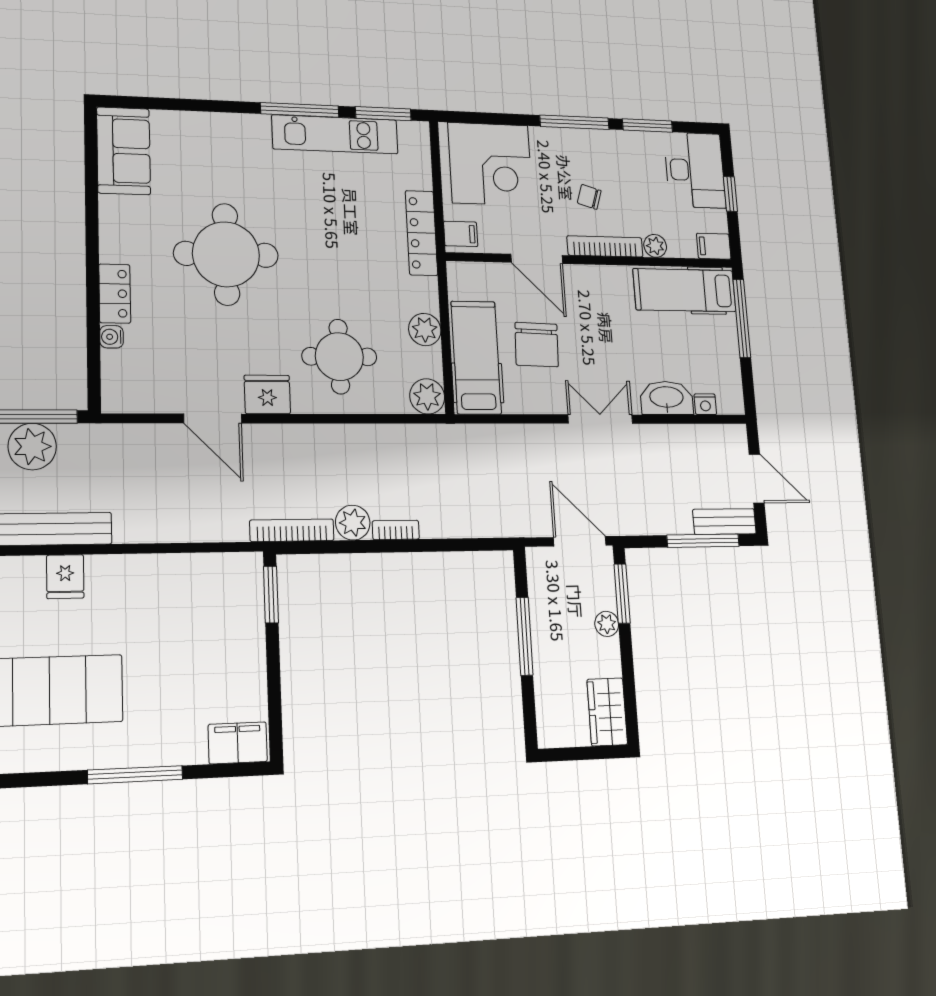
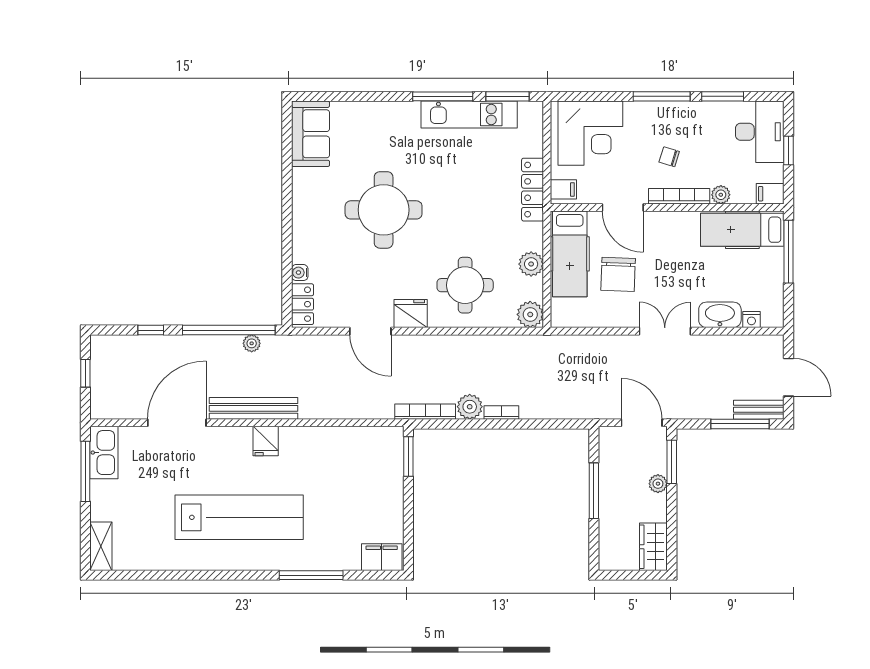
locker: (115, 294) -> (302, 304), moved
hospital bed: (476, 357) -> (570, 254), moved, turned 180
plant: (32, 446) -> (252, 343), width x0.53, depth x0.53

